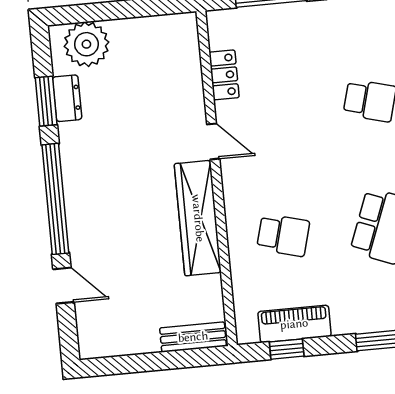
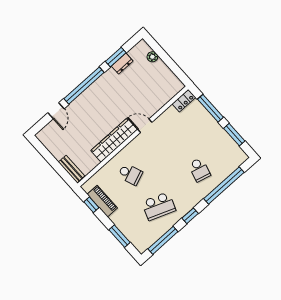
plant: (86, 44) -> (152, 57), width x0.53, depth x0.53
locker: (224, 75) -> (184, 101), moved
door: (213, 141) -> (145, 126), swing flipped
school desk: (283, 235) -> (130, 174), turned -36

